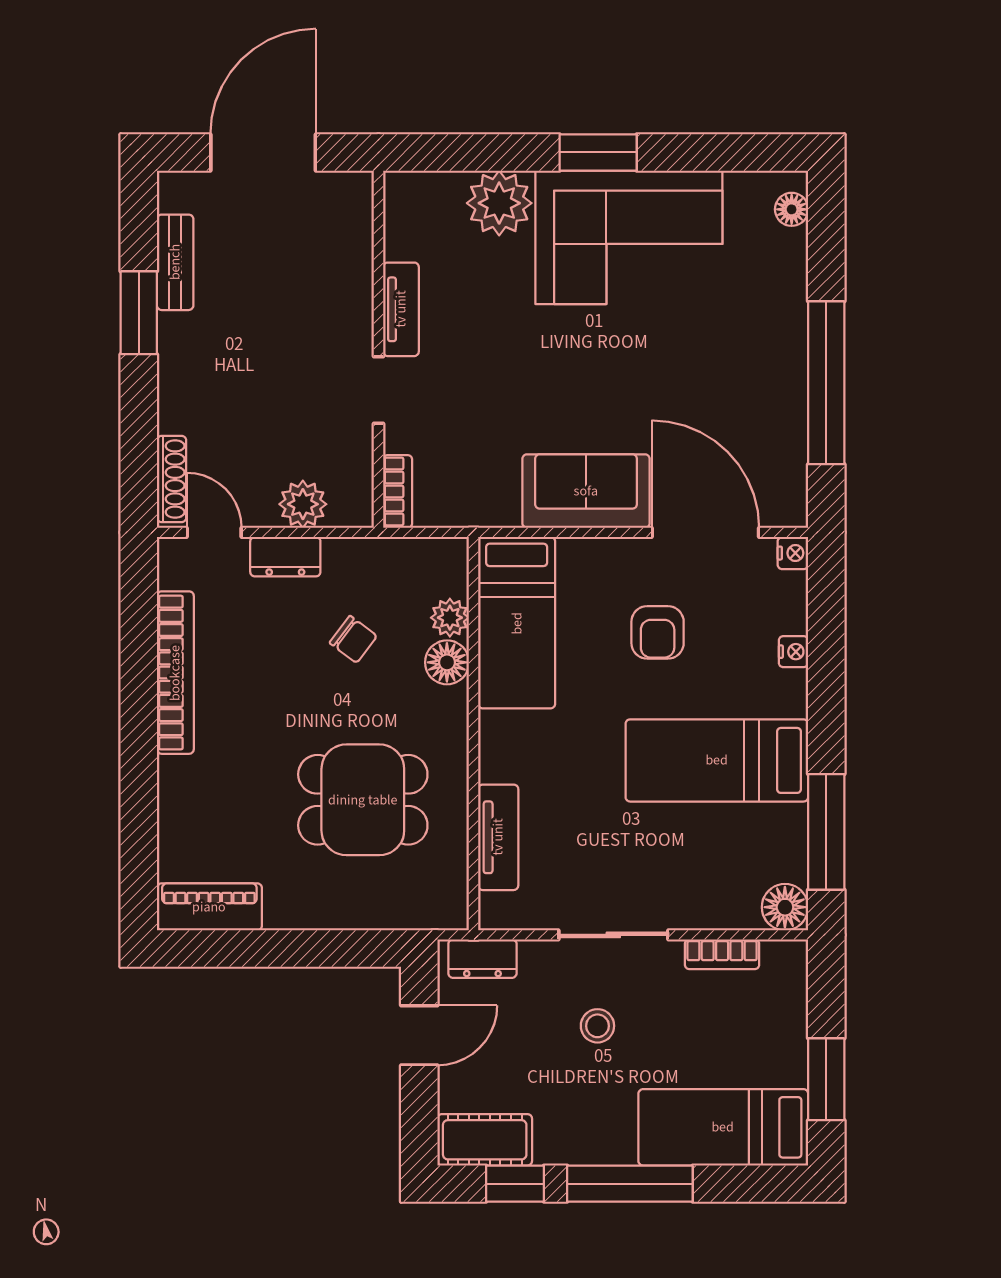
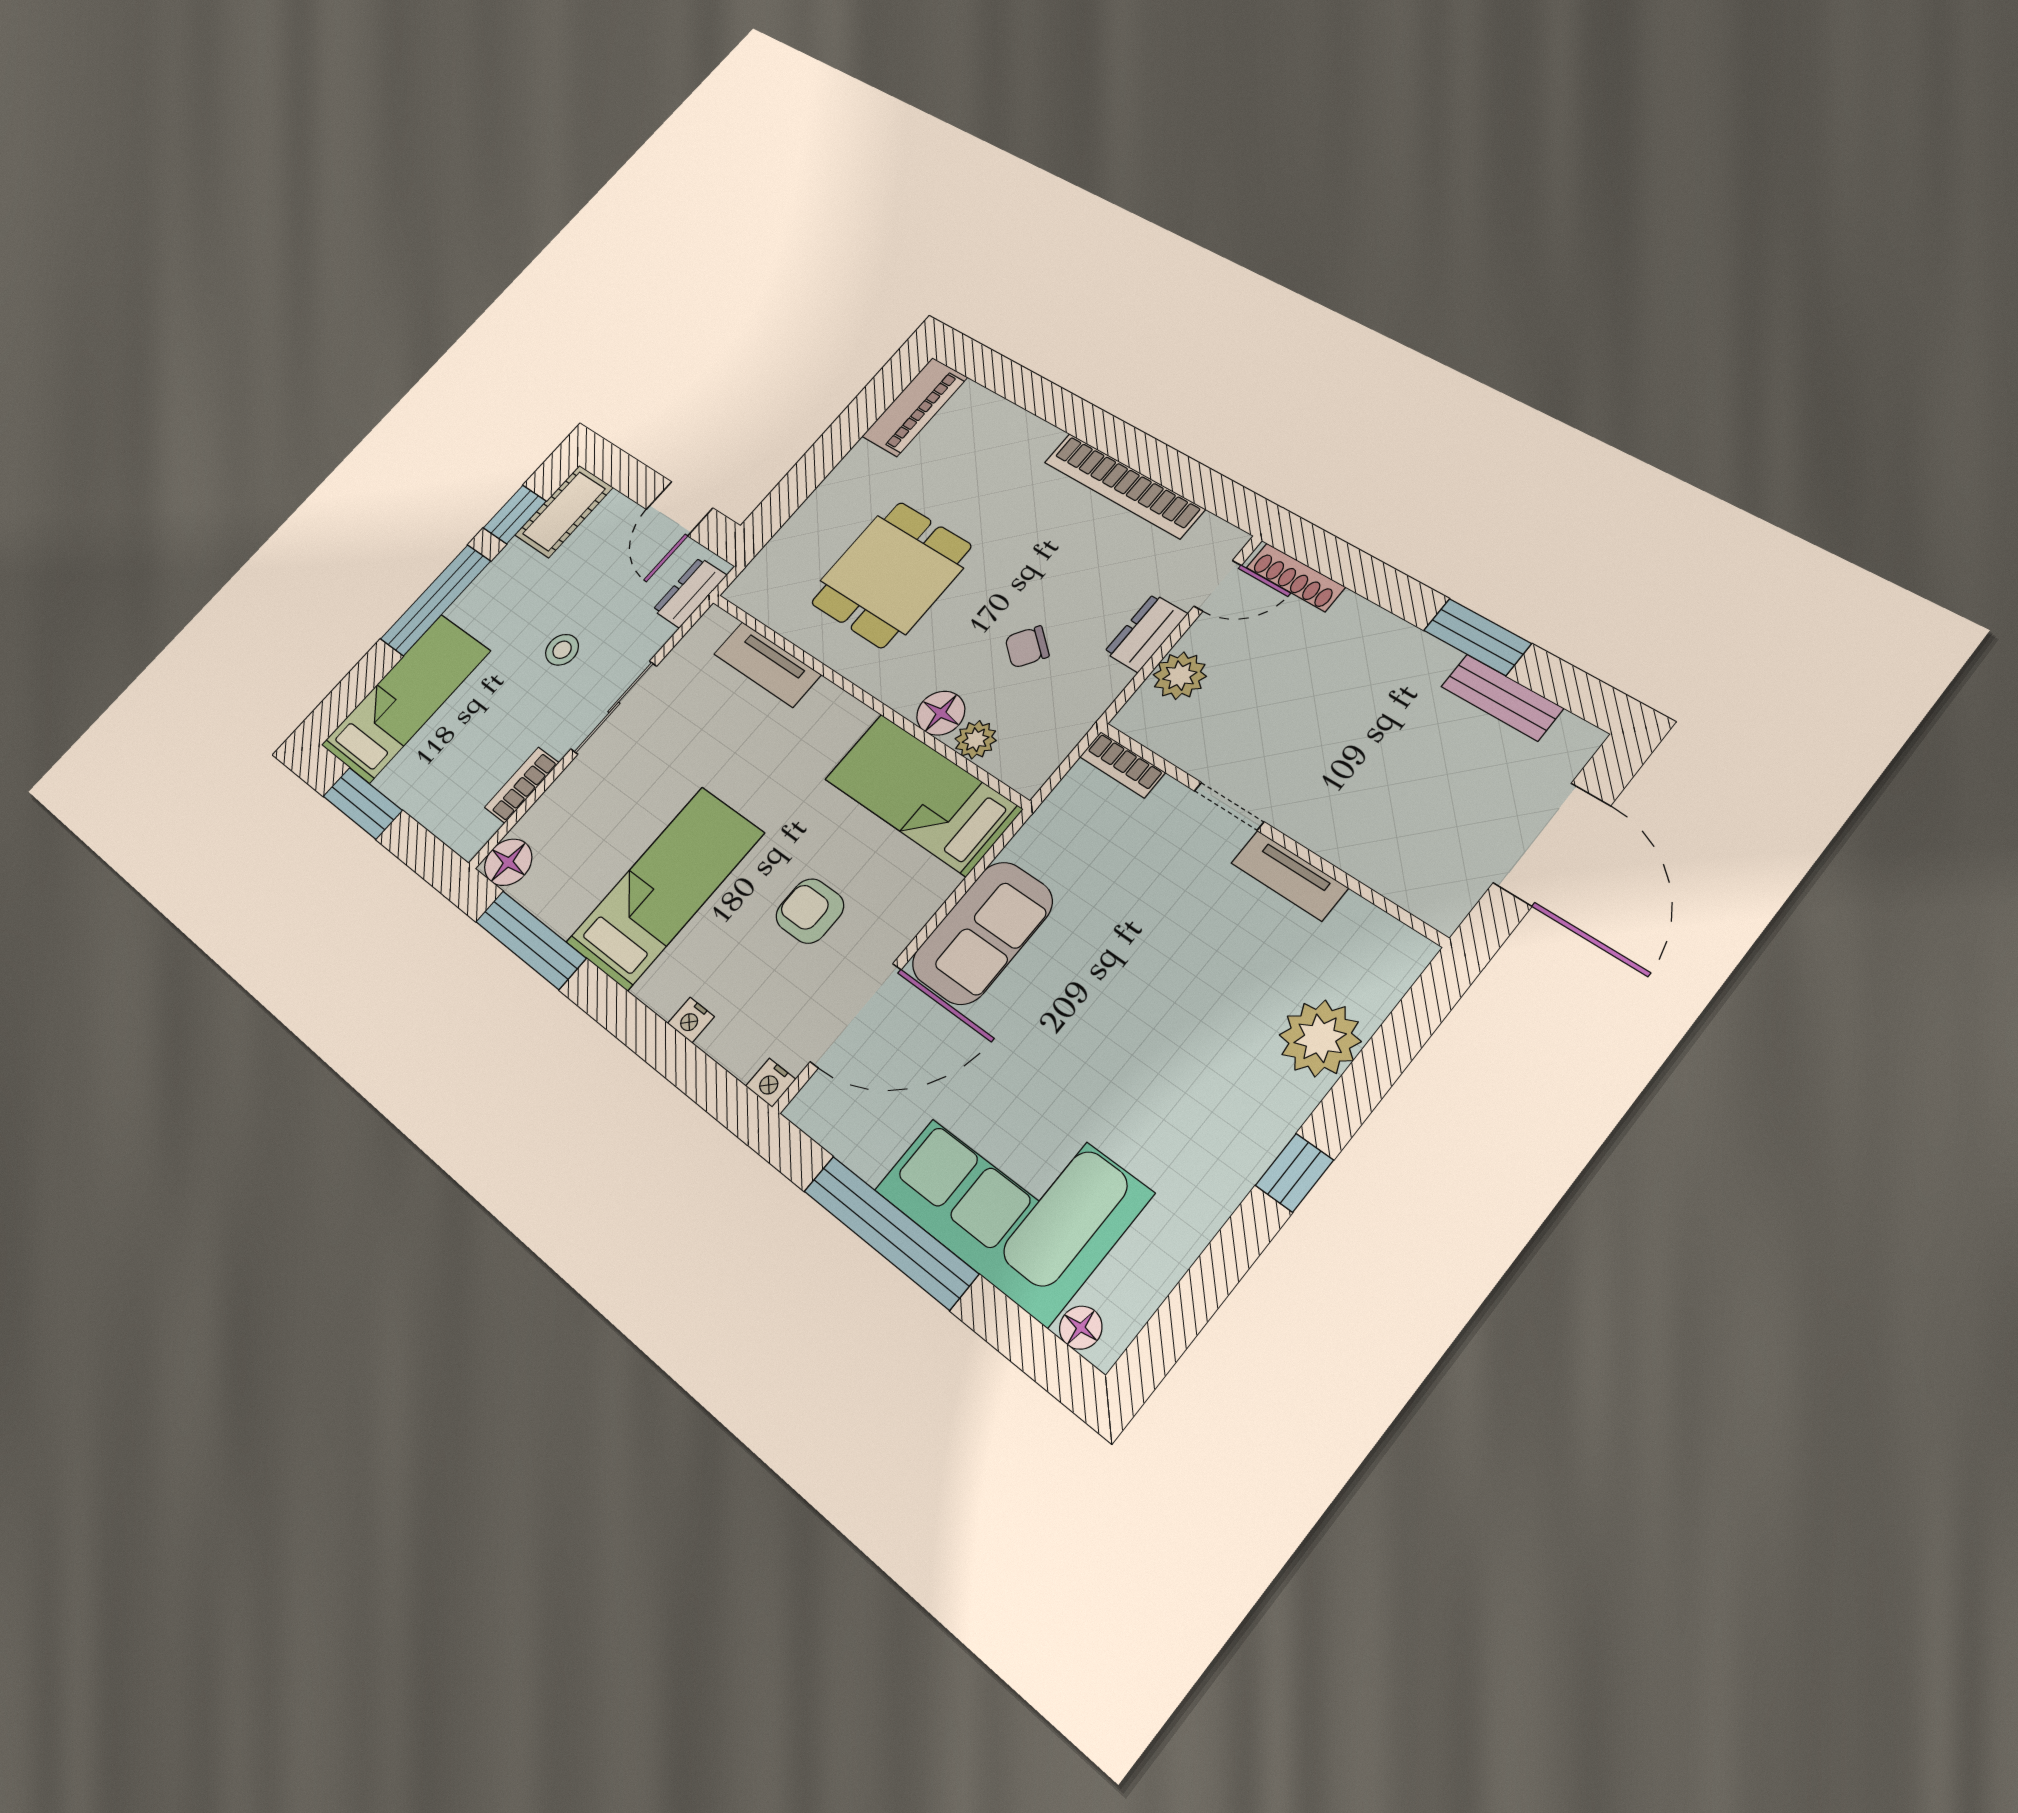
window: (598, 152) -> (1294, 1173), width x0.67
corner sofa: (629, 237) -> (1013, 1192), moved, turned 90

